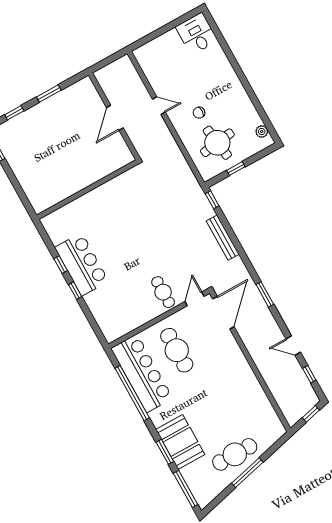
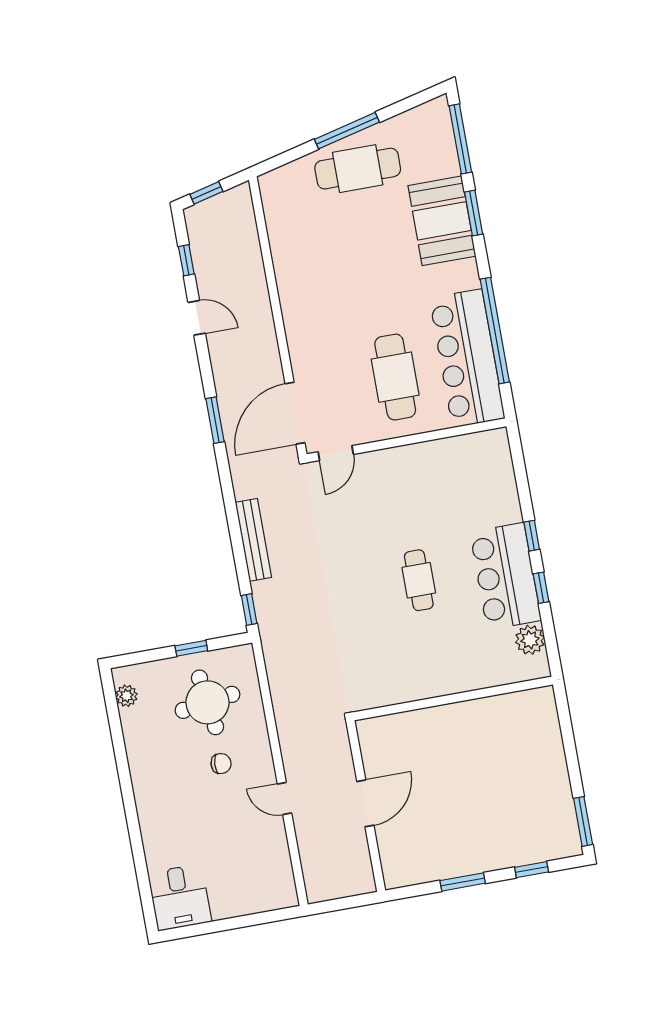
plant: (57, 235) -> (530, 640), added
cafe table: (163, 292) -> (419, 580), moved

